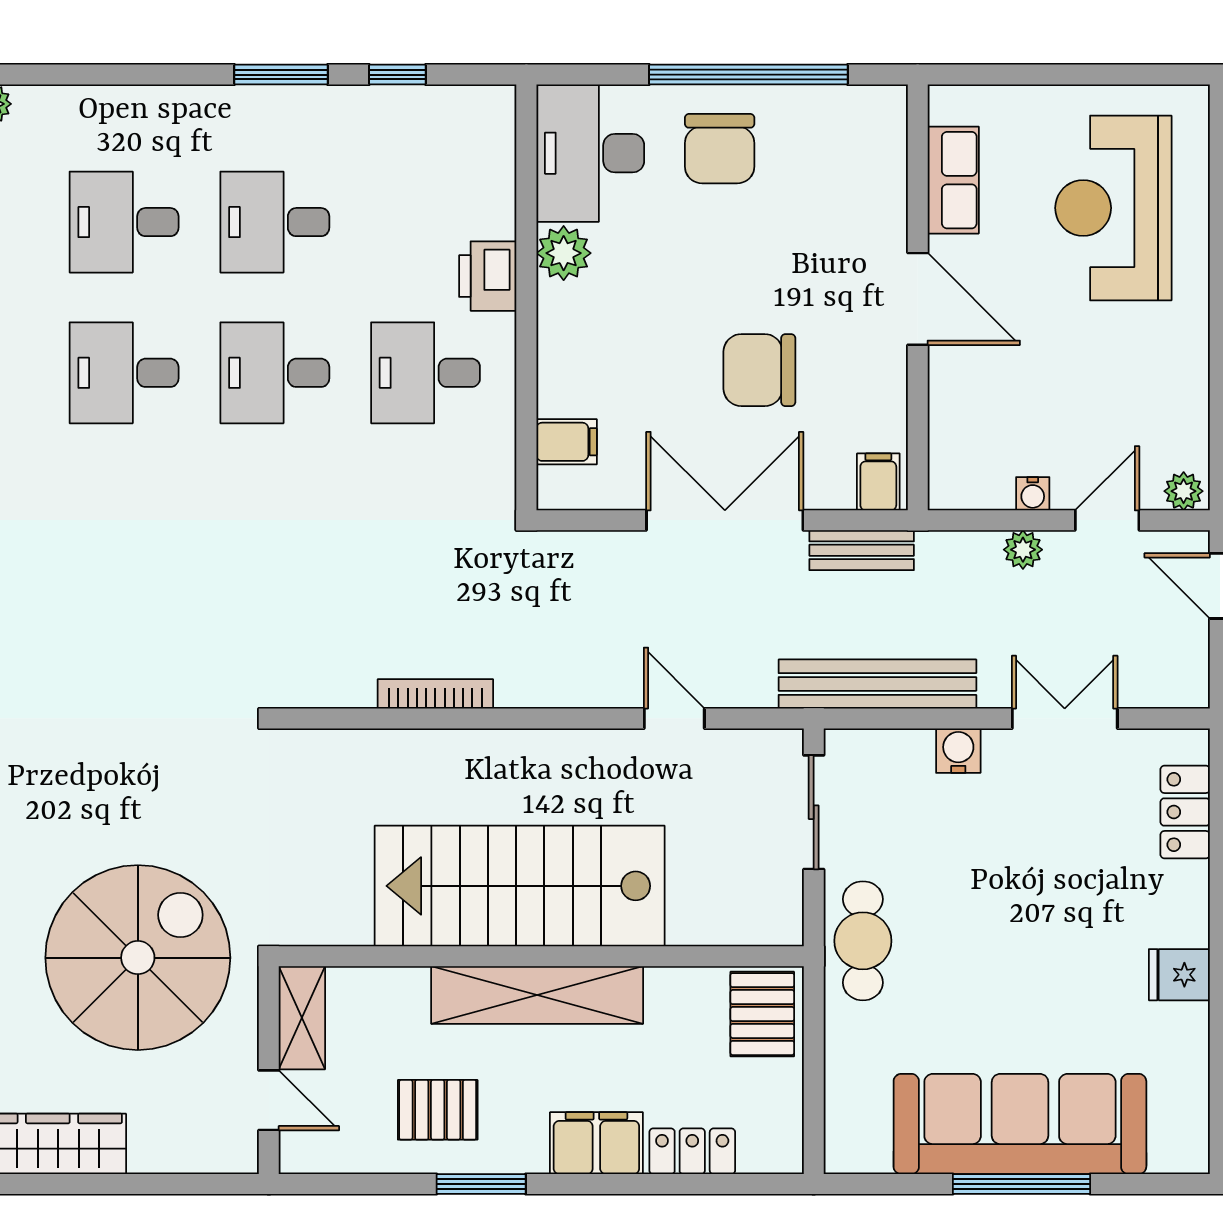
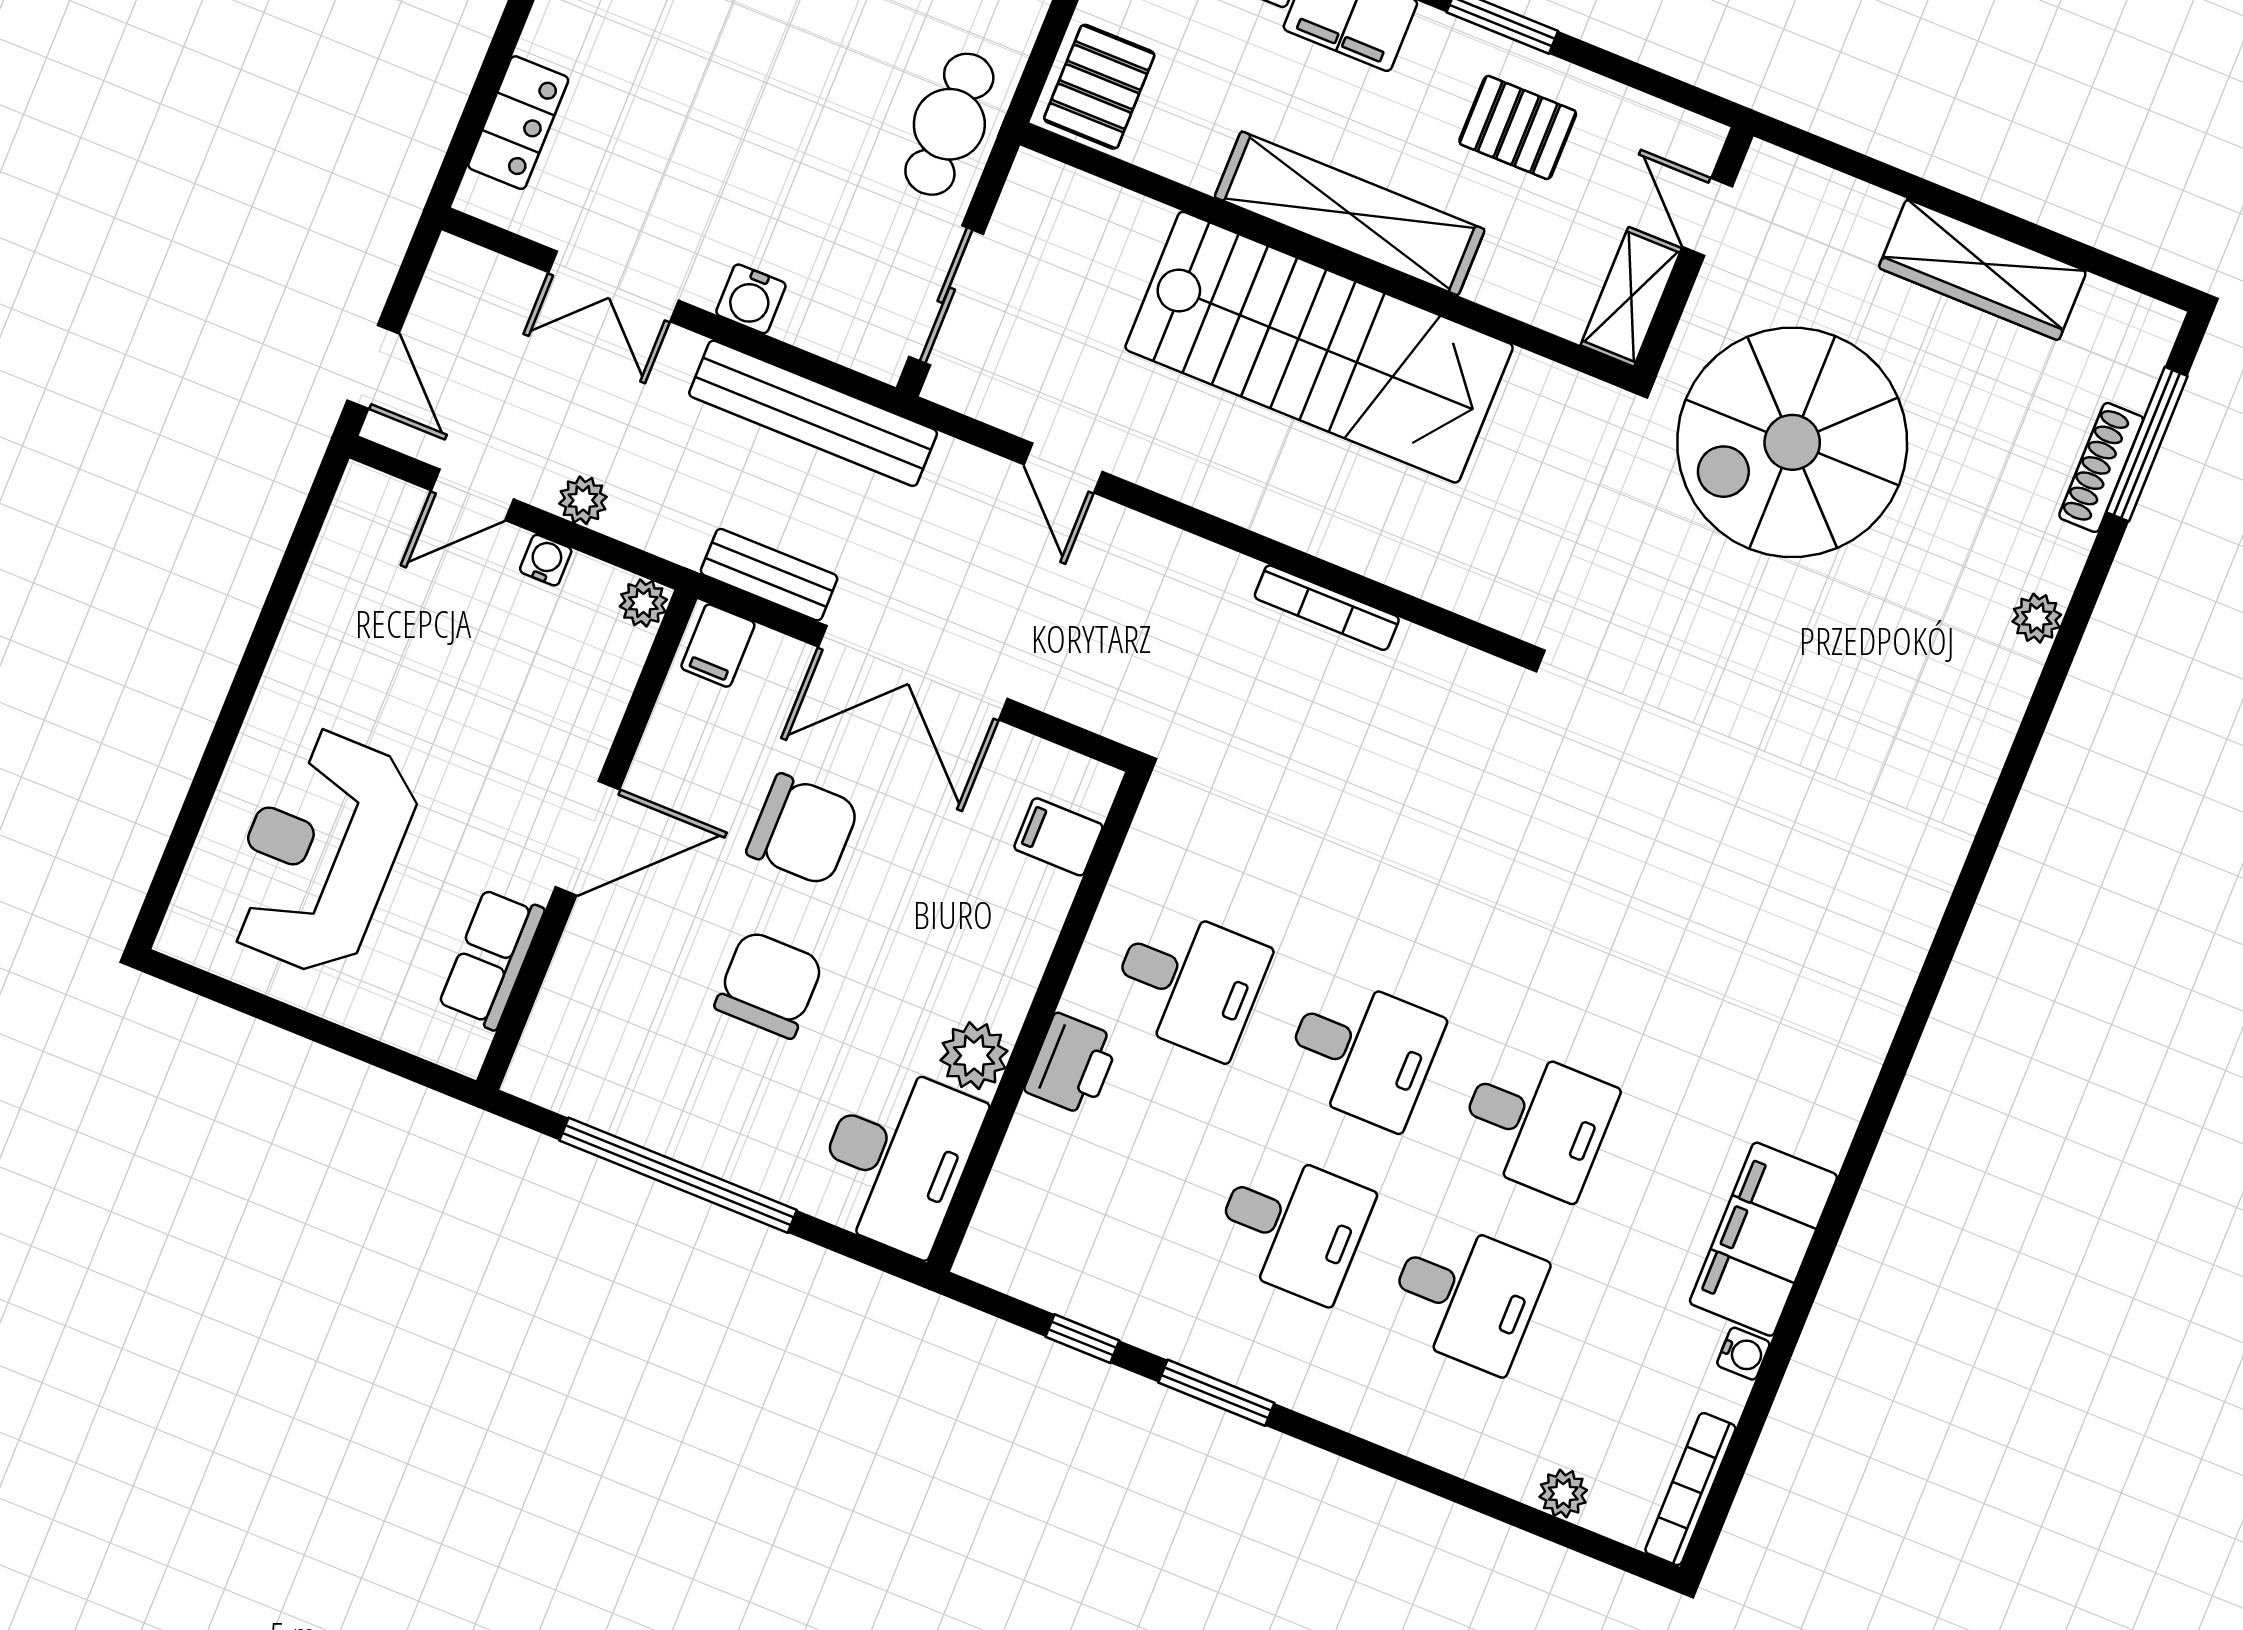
chair: (720, 149) -> (769, 984), moved
reception desk: (1113, 208) -> (320, 852), turned 180
door: (918, 299) -> (587, 838), swing flipped
plant: (1184, 491) -> (643, 603), moved

